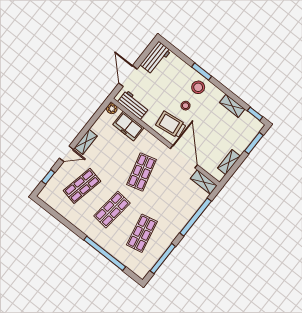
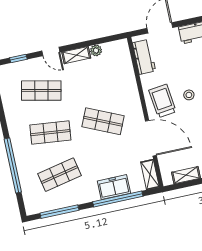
plant: (112, 109) -> (96, 50), moved
freezer: (128, 126) -> (114, 187), moved, turned 90
door: (184, 157) -> (151, 138), hinge flipped
shop shelf: (142, 172) -> (103, 121), turned 39

